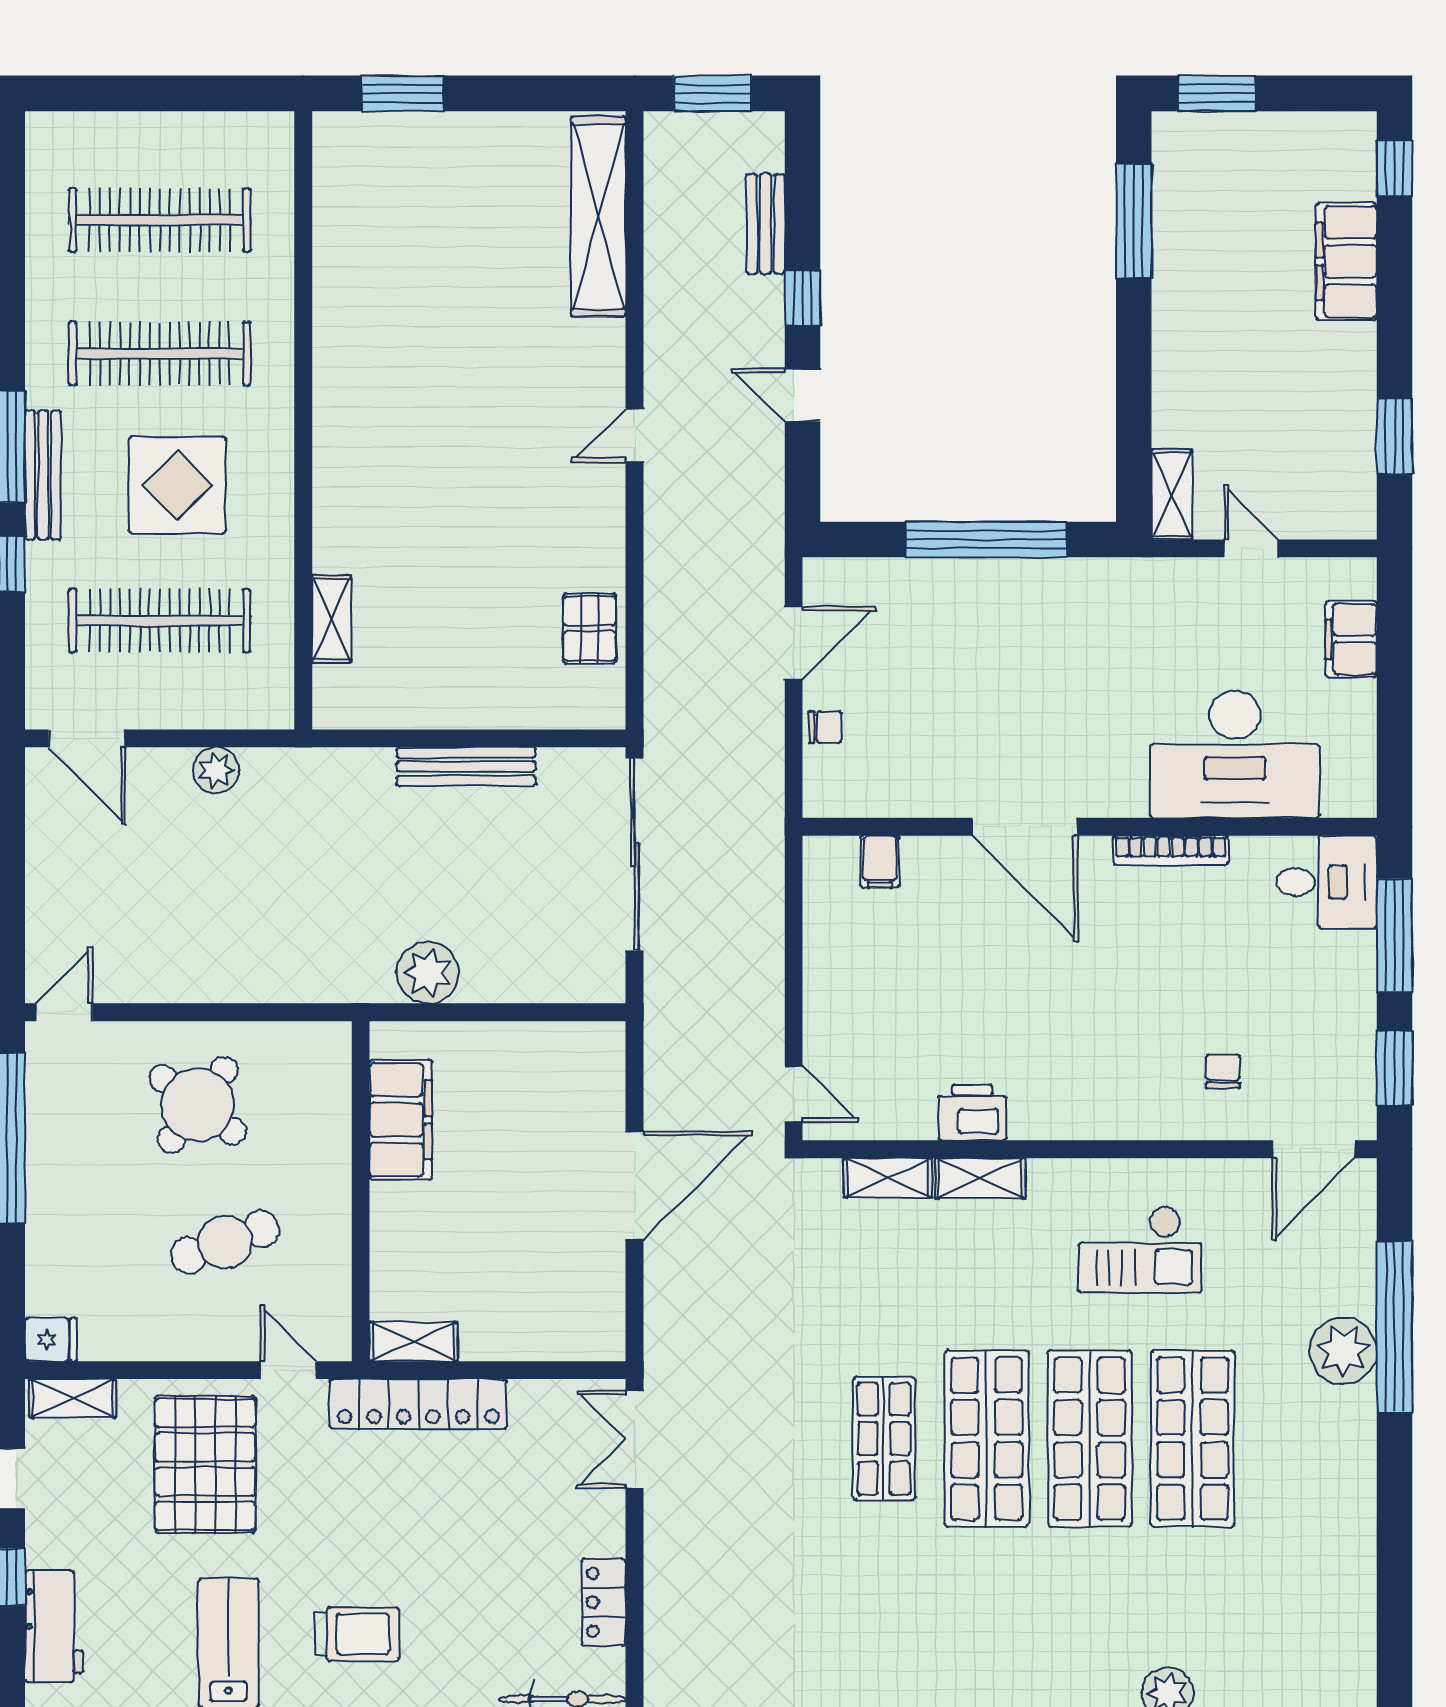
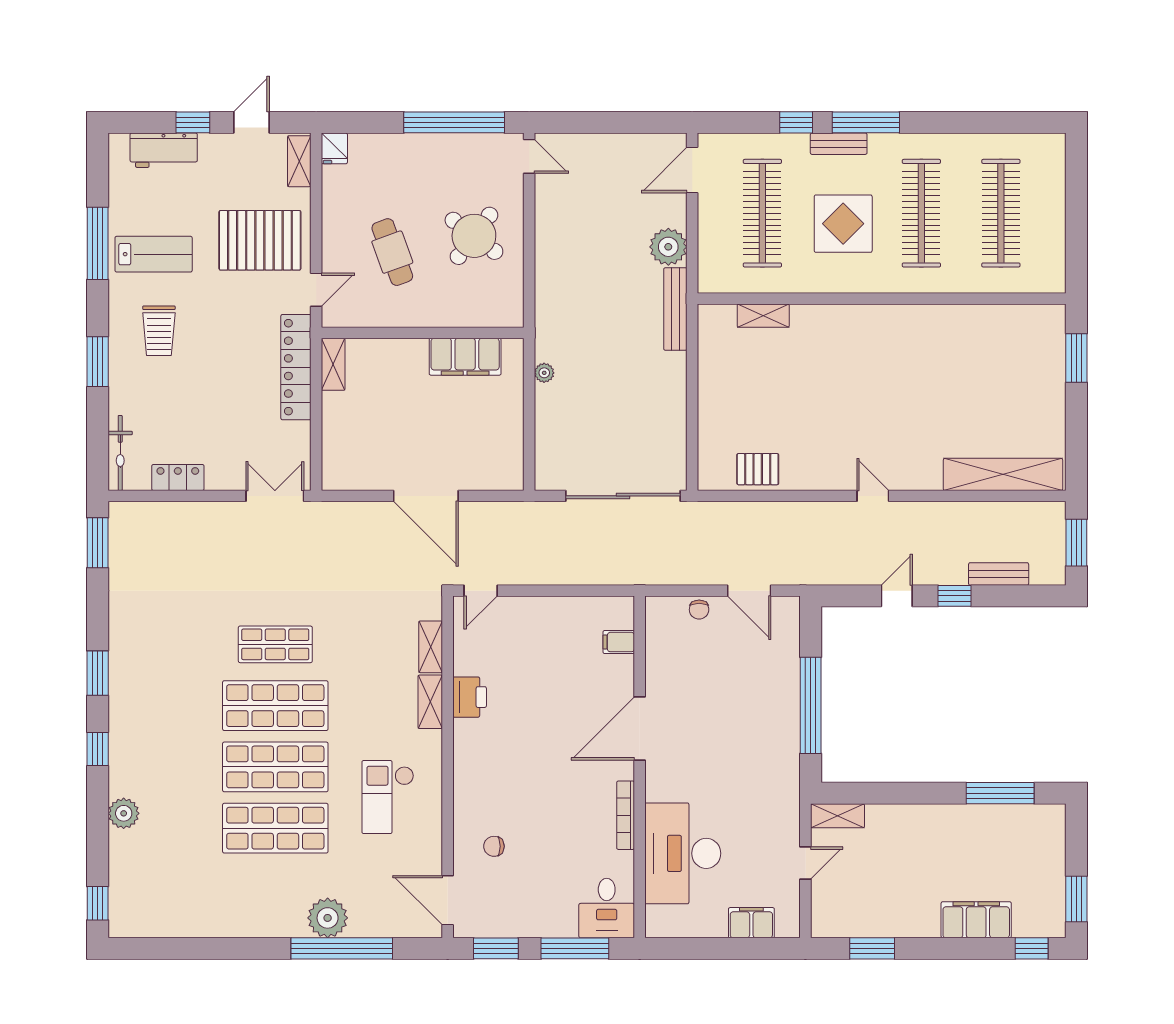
window: (1217, 93) -> (1076, 899), moved
bench: (43, 475) -> (839, 144), width x0.73
bench: (466, 767) -> (675, 309), moved
plant: (216, 770) -> (668, 247), width x1.36, depth x1.36
plant: (428, 972) -> (544, 373), width x0.53, depth x0.53
chair: (1223, 1071) -> (494, 846), turned 180

